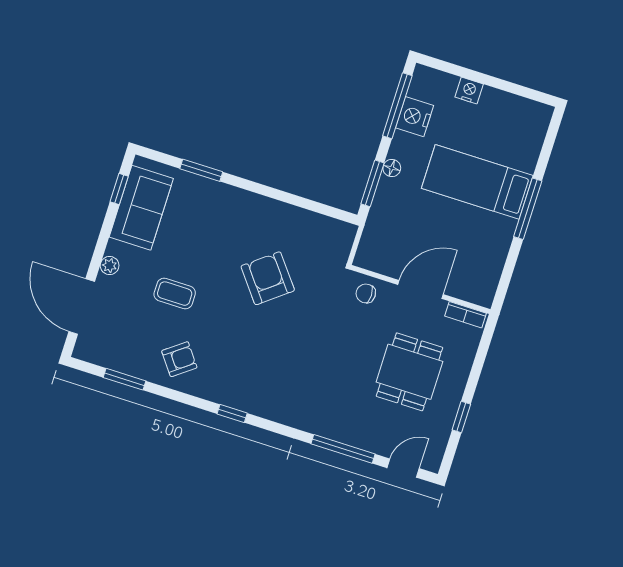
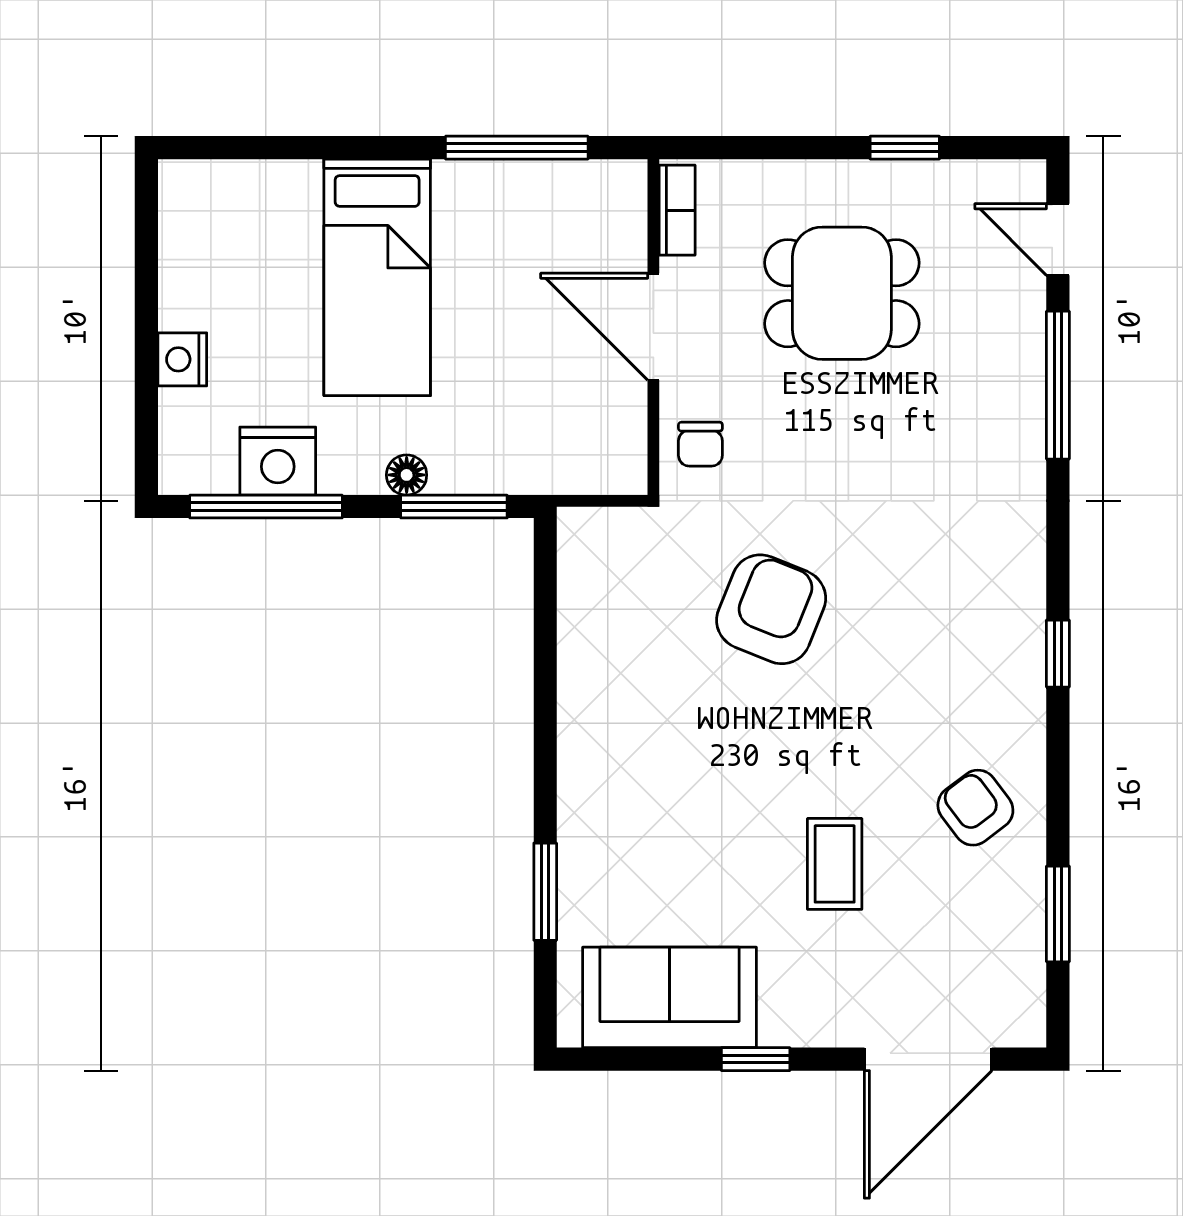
window: (119, 189) -> (756, 1059), moved
window: (528, 209) -> (517, 148), moved
plant: (110, 266) -> (819, 1026), removed
armchair: (268, 278) -> (771, 609), moved, turned 150

